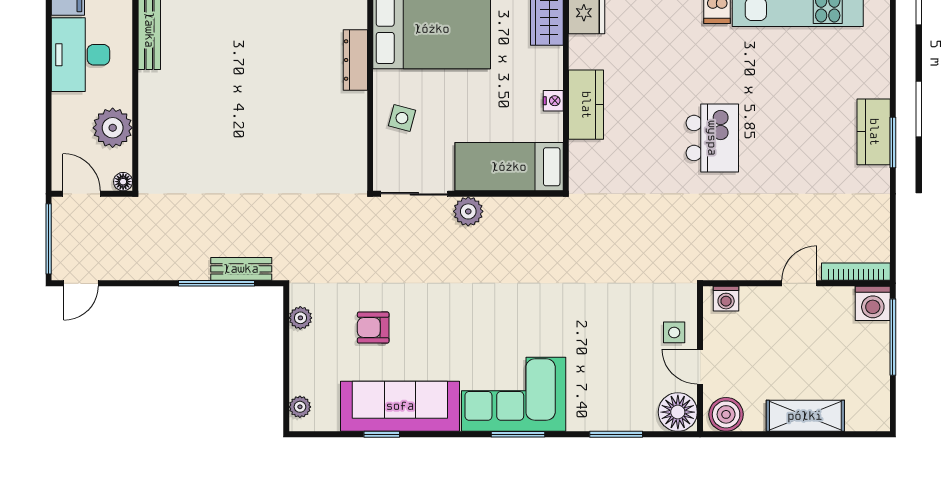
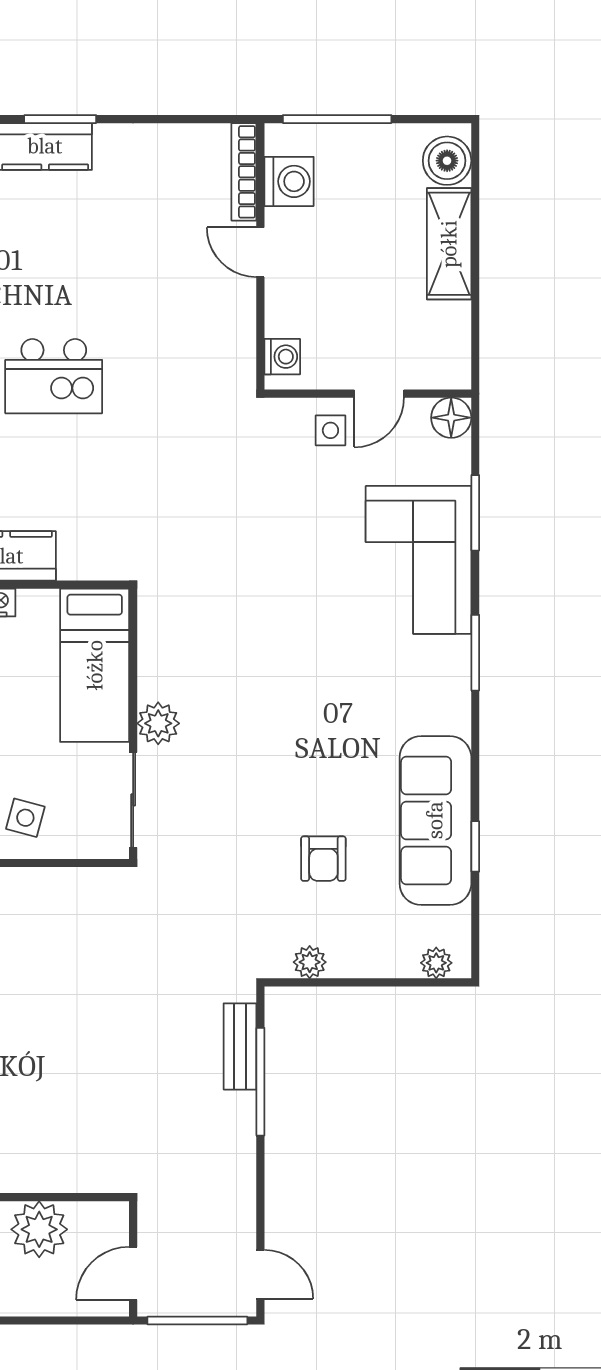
kitchen island: (712, 138) -> (54, 376), turned 180
floor lamp: (123, 182) -> (116, 1214), removed
washing machine: (873, 303) -> (289, 181), moved
corner sofa: (514, 394) -> (418, 560), moved
floor lamp: (678, 412) -> (451, 418), width x0.73, depth x0.73
boiler: (726, 414) -> (447, 161), moved

